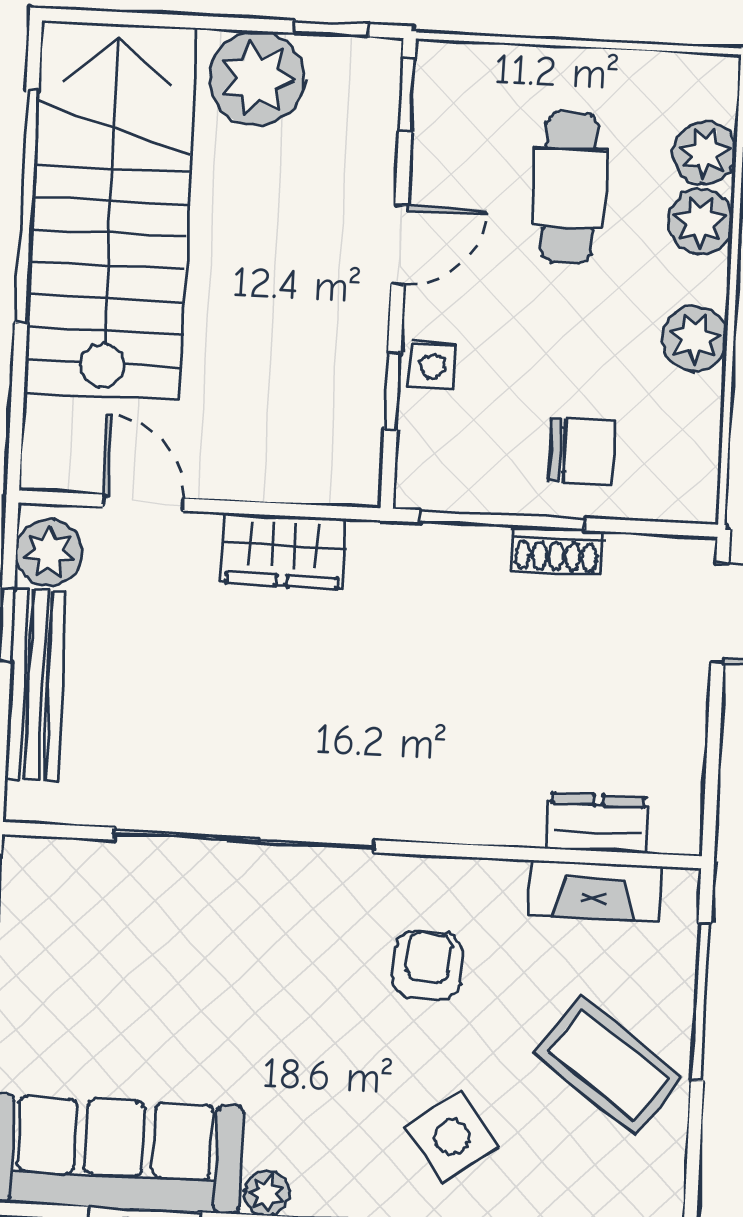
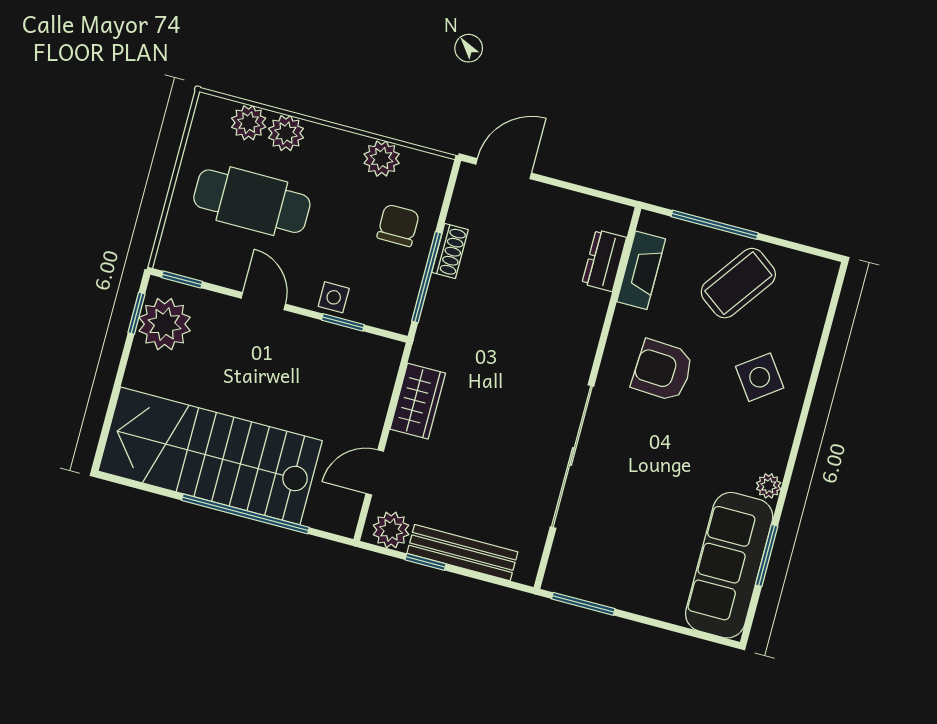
plant: (257, 78) -> (165, 324), moved
cafe table: (569, 188) -> (252, 201), width x1.37, depth x1.35
window: (27, 206) -> (245, 514), moved
plant: (695, 338) -> (382, 159), moved
armchair: (428, 965) -> (663, 370), width x1.38, depth x1.38

